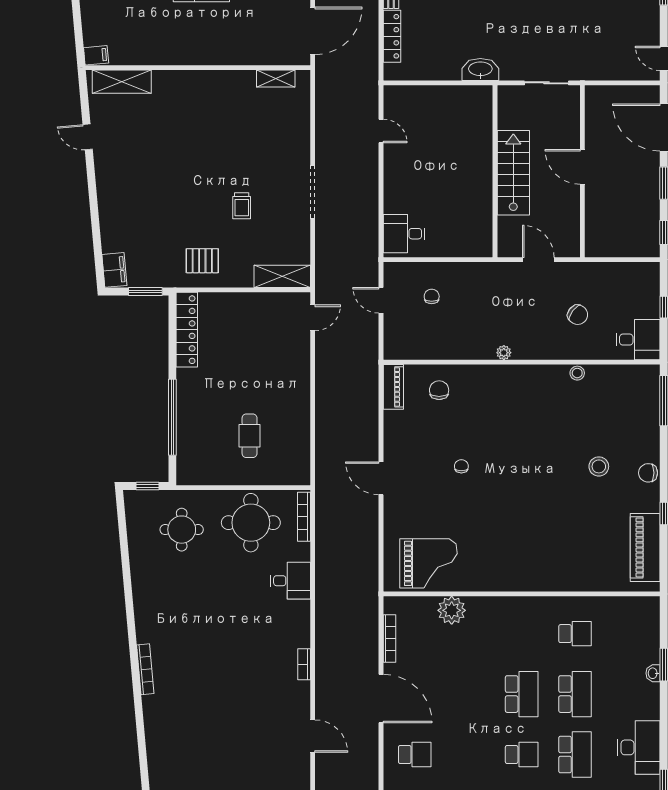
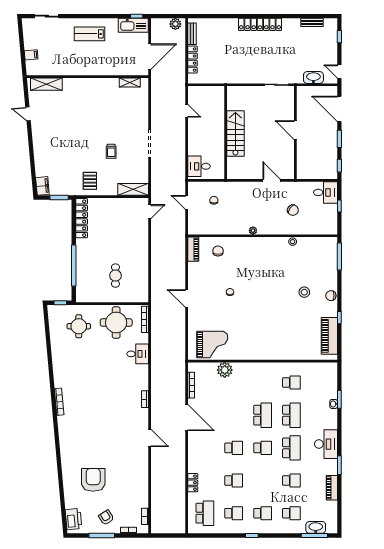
filing cabinet: (96, 55) -> (31, 55), moved
washbasin: (480, 69) -> (313, 77), moved
wall: (495, 171) -> (226, 133), moved
stairs: (513, 173) -> (235, 133), moved
pallet: (202, 261) -> (90, 181), turned 90
desk: (638, 340) -> (326, 192), moved
school desk: (415, 755) -> (234, 448), moved

